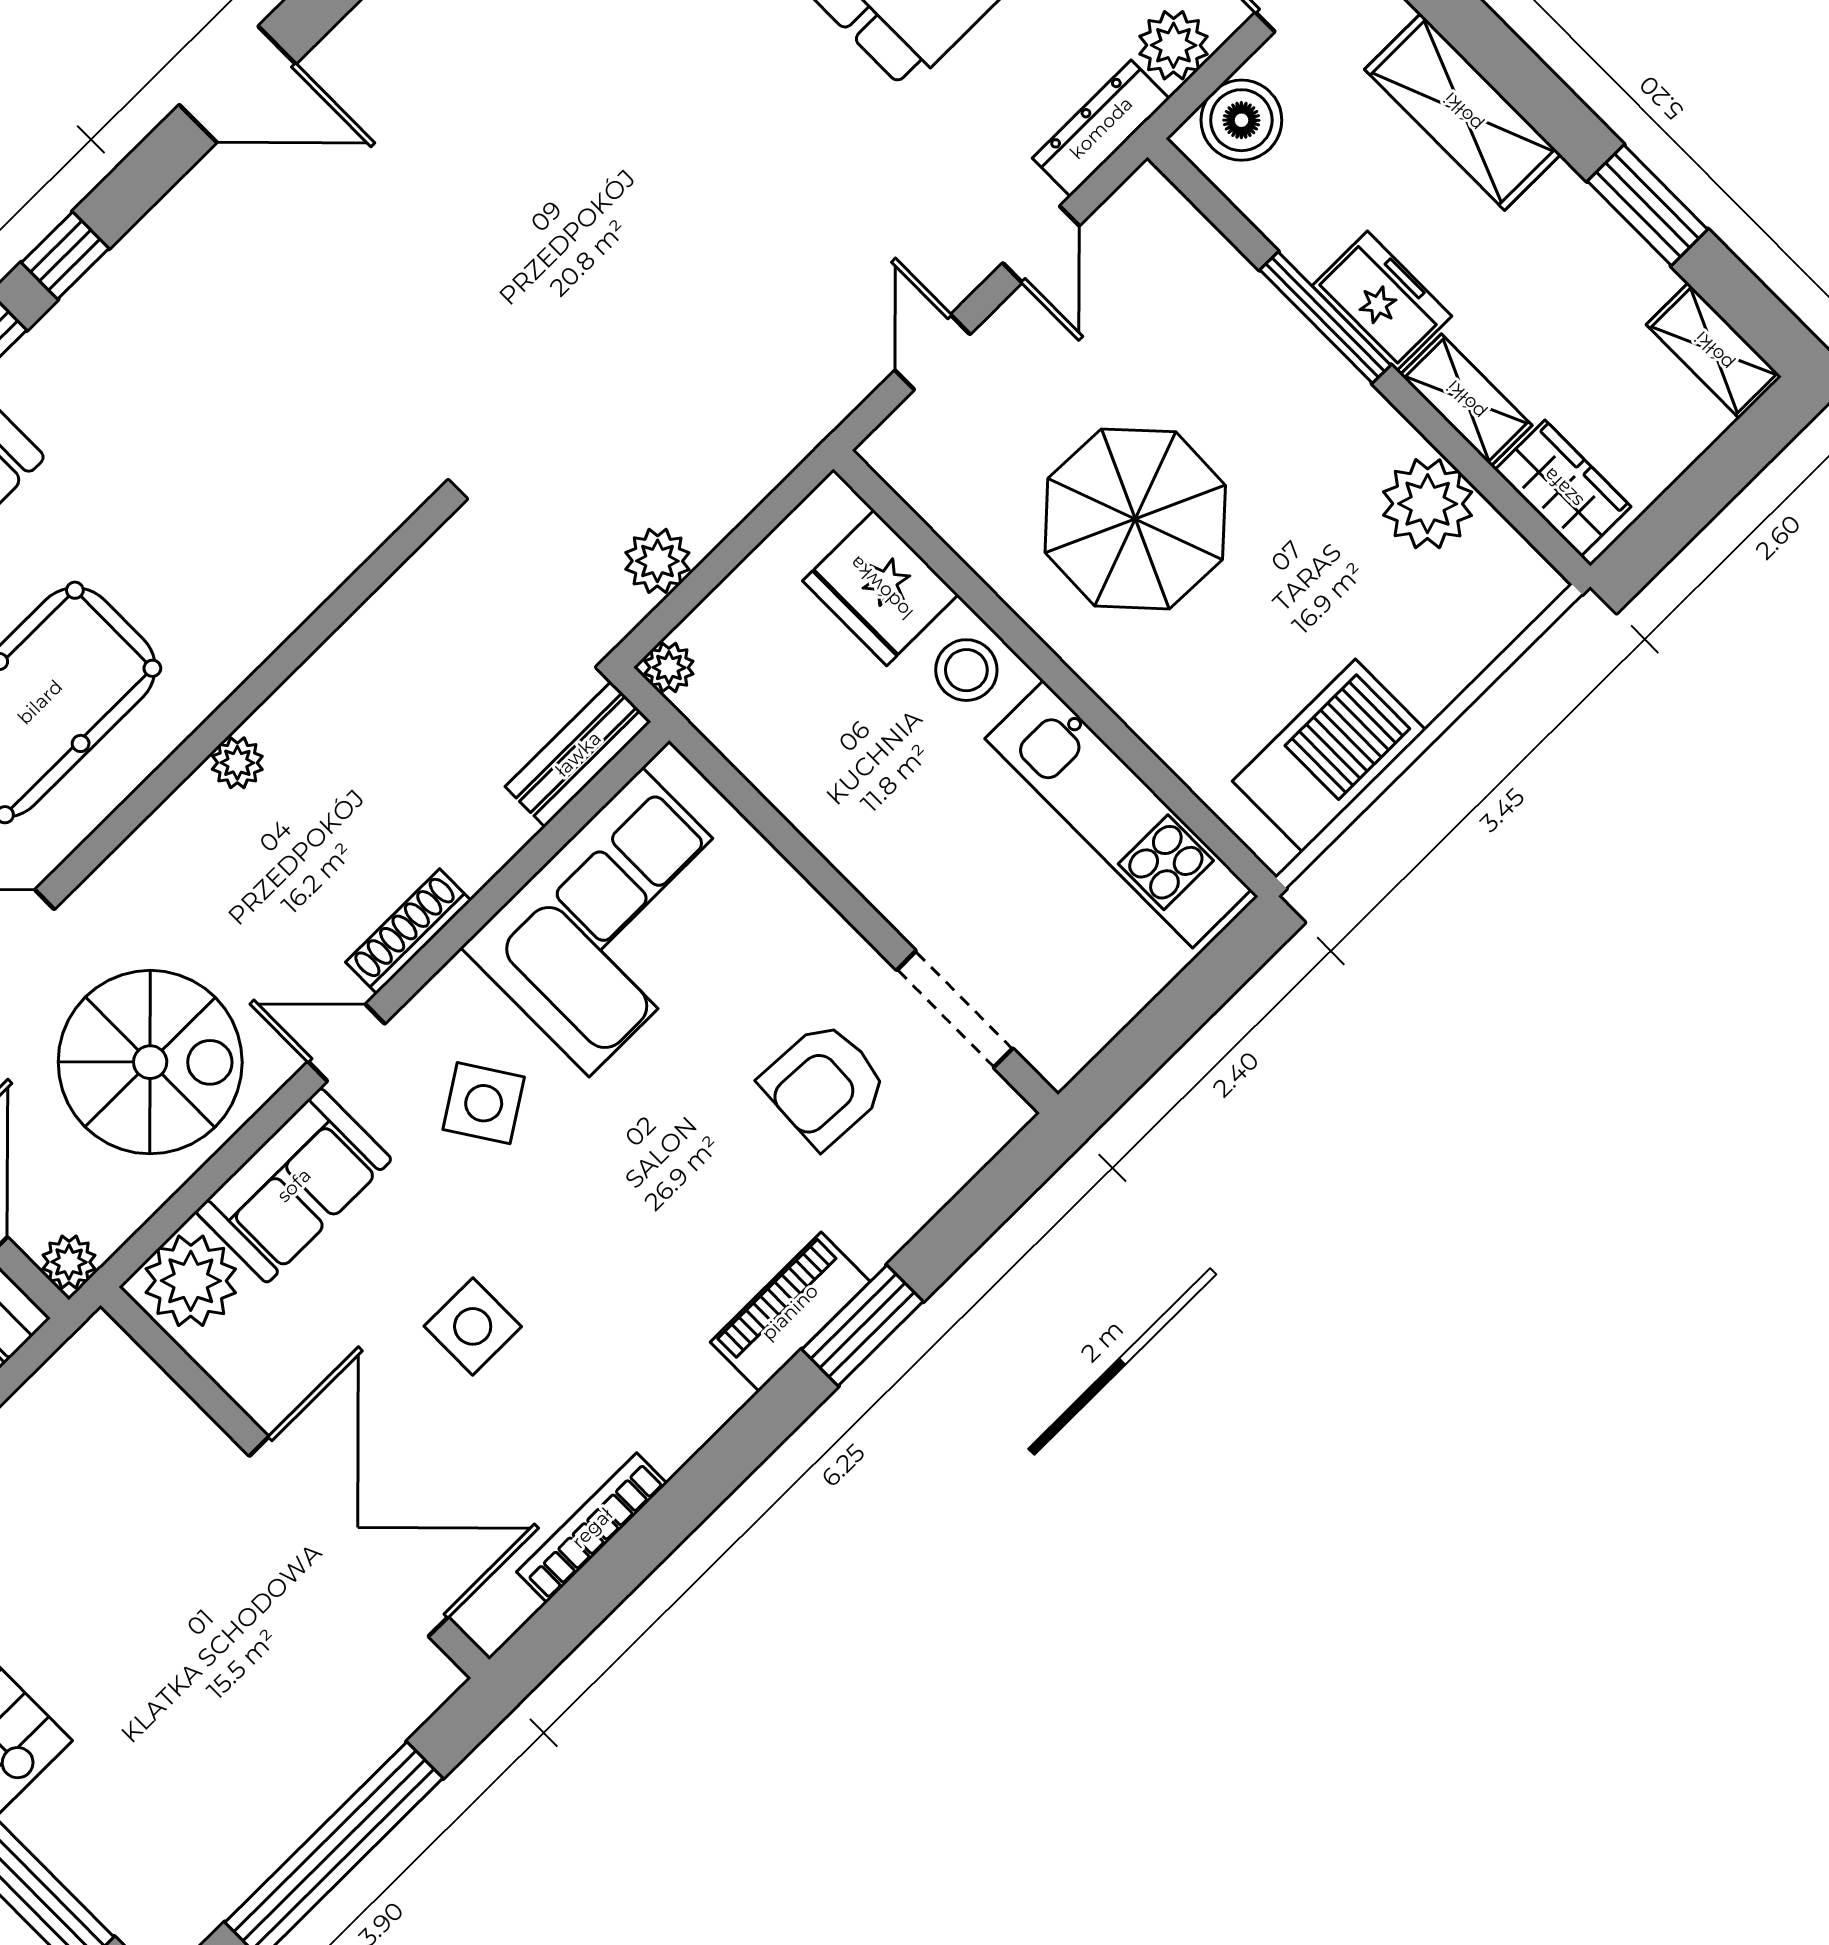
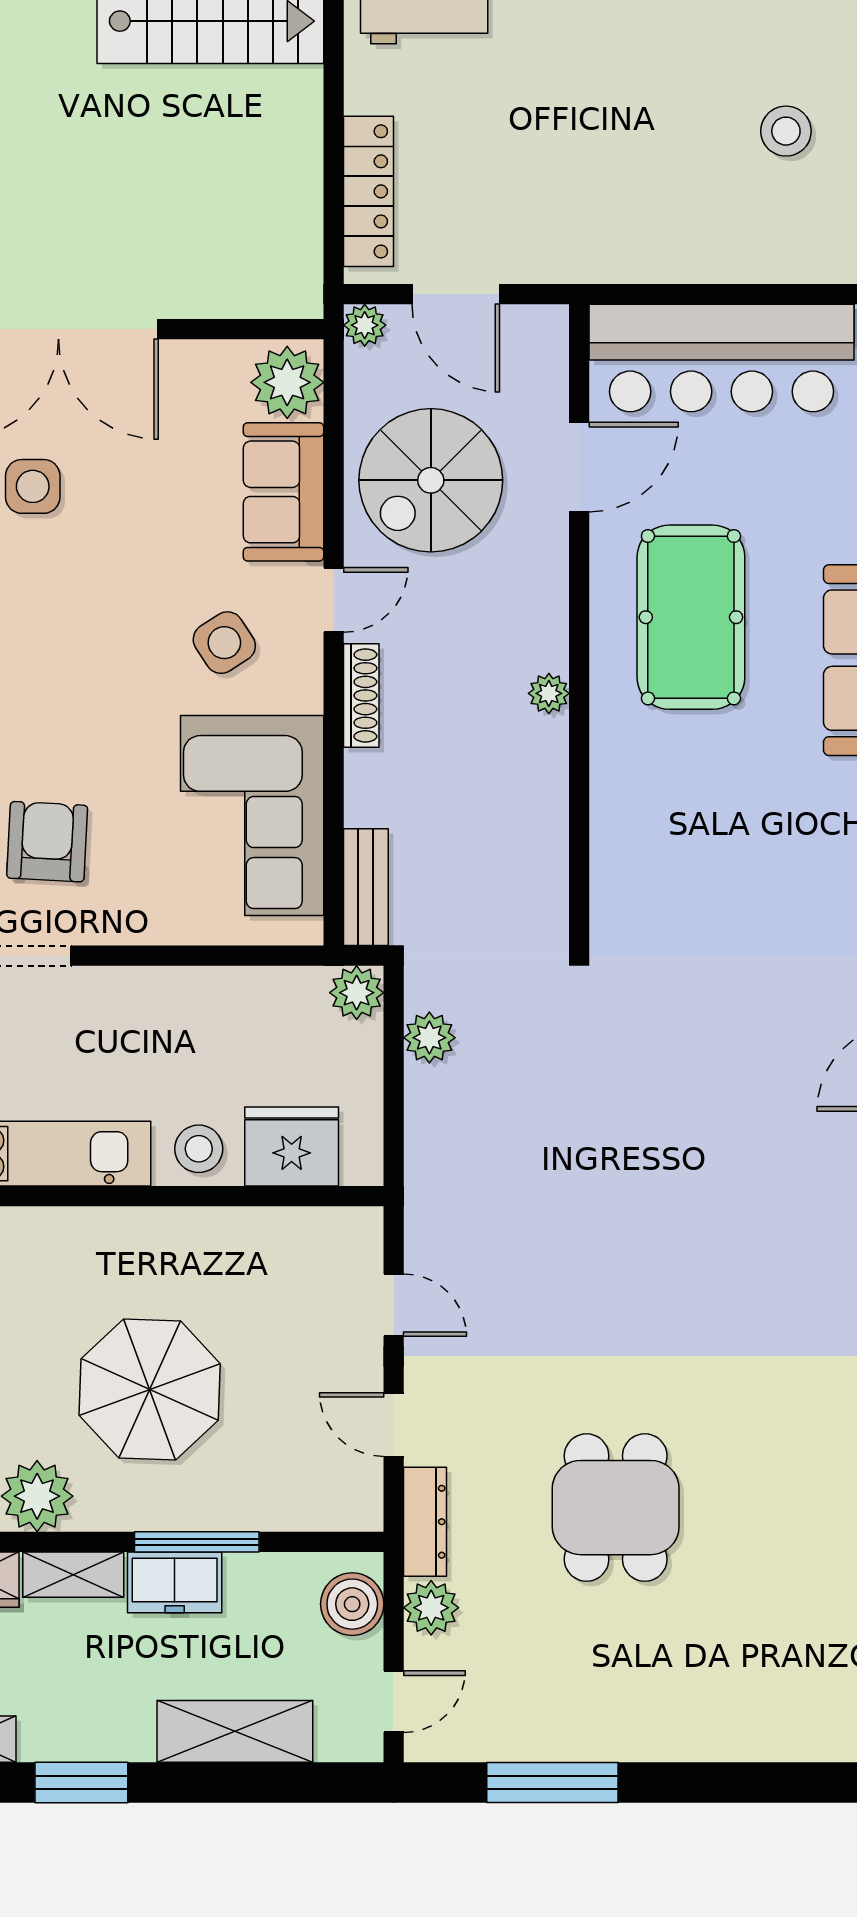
parasol: (1135, 519) -> (150, 1389), moved
plant: (669, 667) -> (357, 993), width x1.38, depth x1.38
side table: (473, 1326) -> (33, 486), moved

